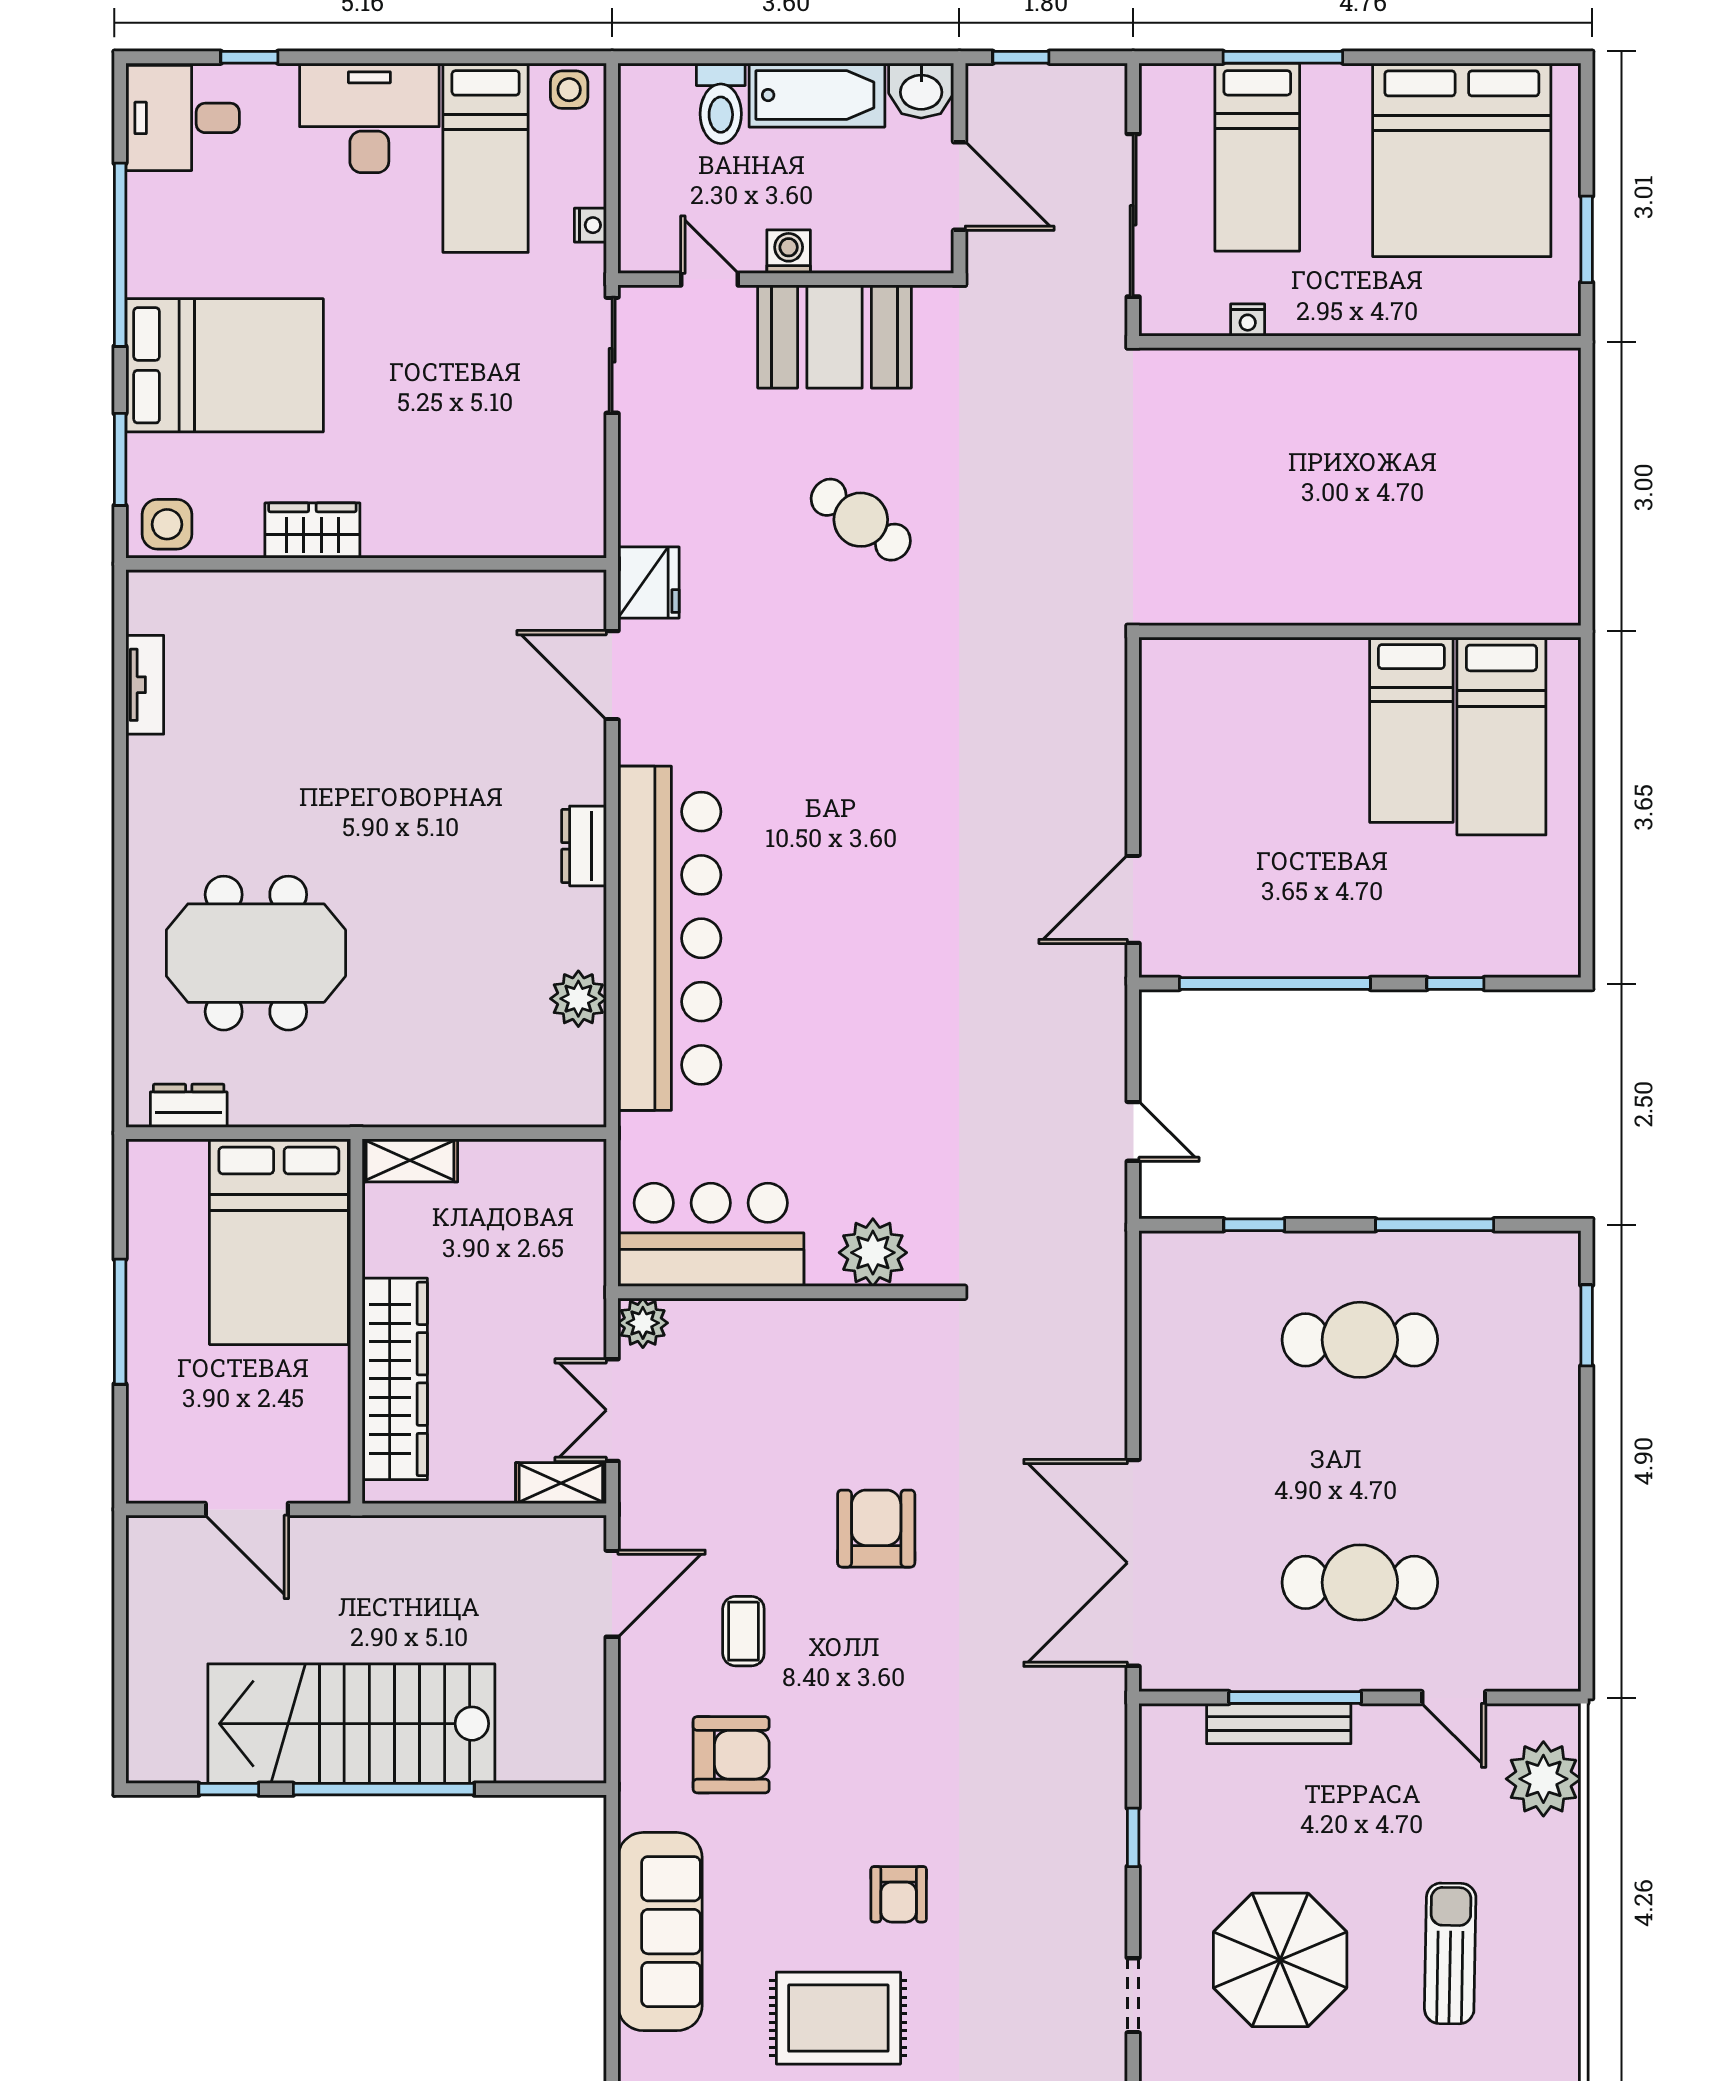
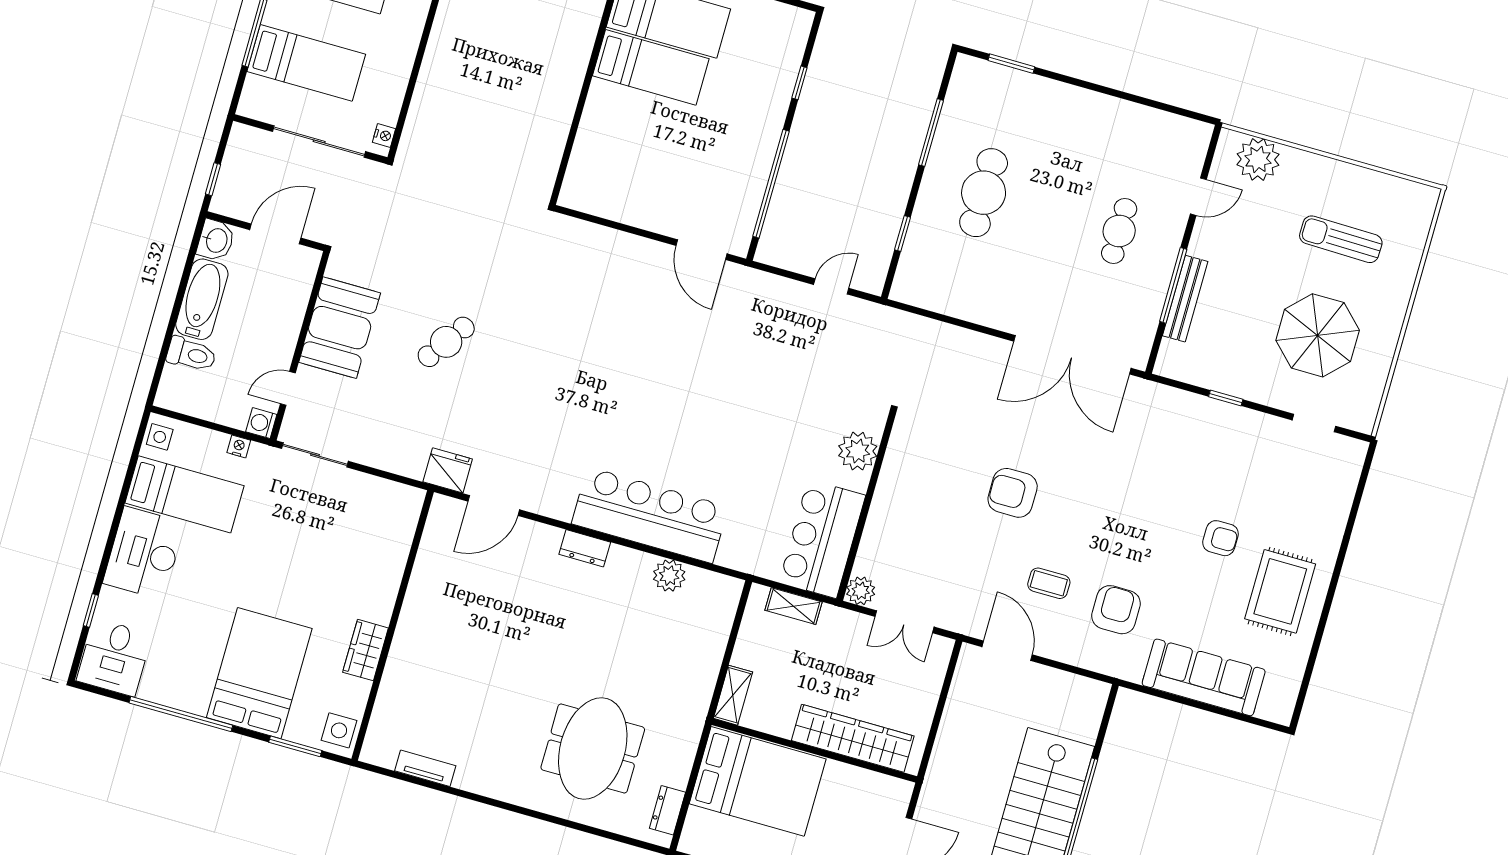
washing machine: (789, 252) -> (261, 423), moved
nightstand: (1248, 320) -> (384, 135), moved
bar counter: (669, 938) -> (650, 515), width x0.73
shelving: (561, 1483) -> (793, 606), moved, turned 90
cafe table: (1360, 1582) -> (1119, 231), width x0.73, depth x0.74

